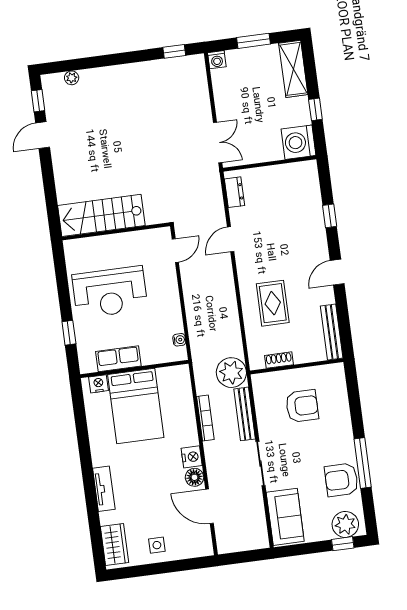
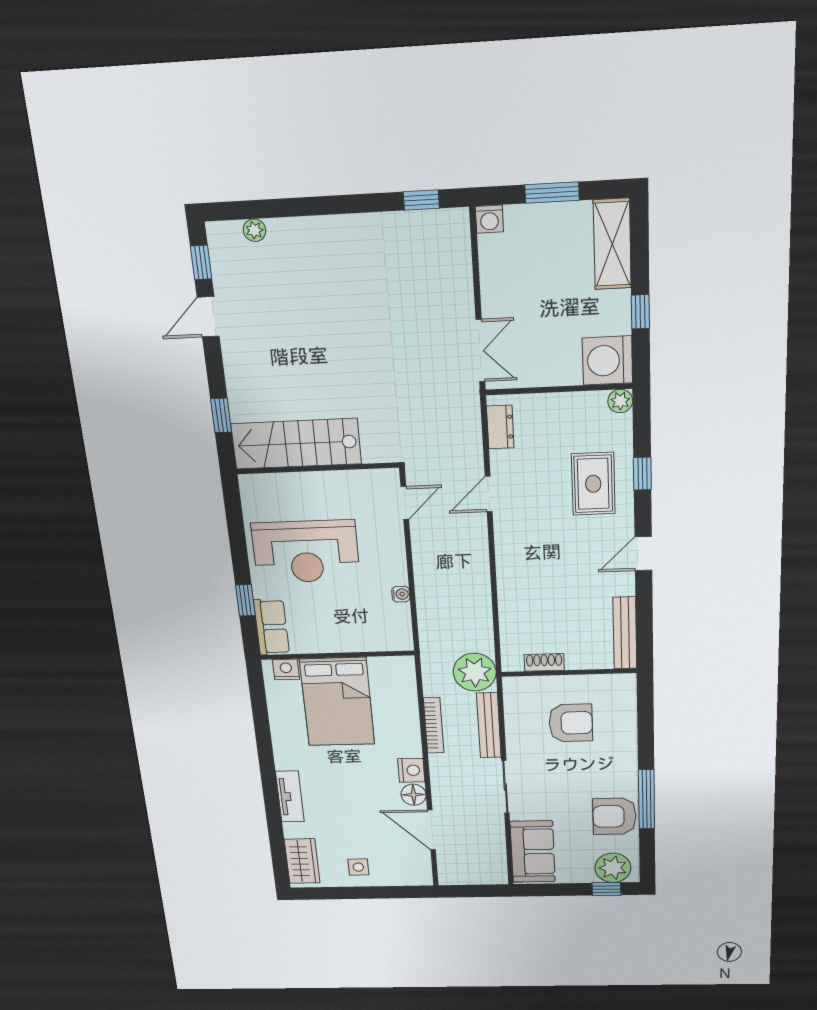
plant: (310, 168) -> (620, 401), added
window: (51, 200) -> (221, 416), added
rug: (273, 303) -> (593, 484), moved
water cooler: (179, 340) -> (401, 594), moved
row of seats: (118, 359) -> (272, 627), moved, turned 90

